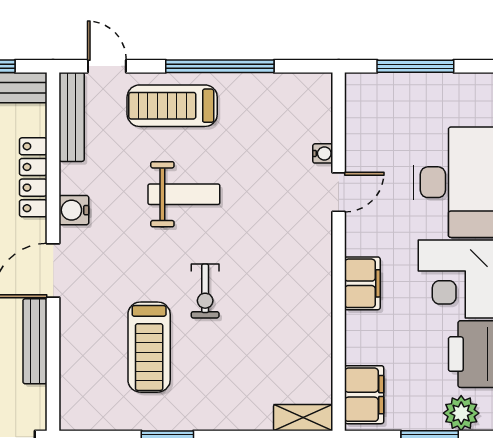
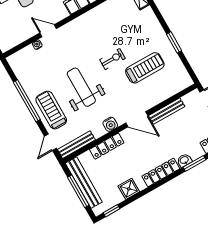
treadmill: (172, 106) -> (51, 110), turned 180
weight bench: (184, 194) -> (81, 87), width x1.36, depth x1.33

